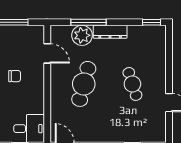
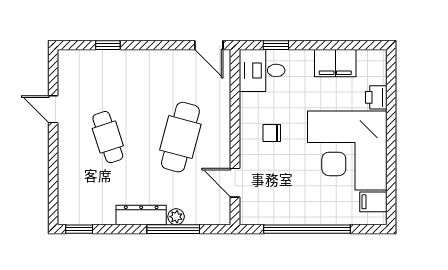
plant: (82, 35) -> (176, 217), width x0.53, depth x0.53
chair: (15, 76) -> (272, 133), moved

